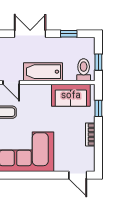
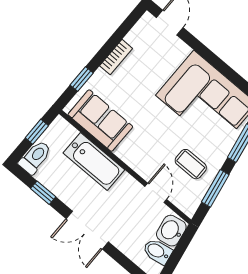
toilet: (84, 70) -> (35, 157), moved, turned 180
bathtub: (43, 72) -> (94, 161), moved

